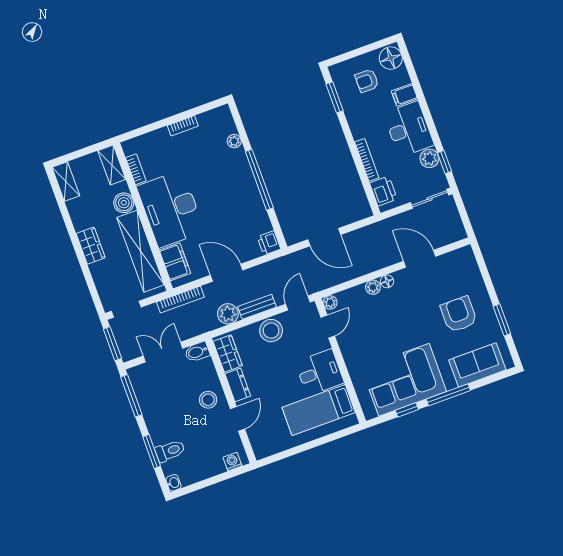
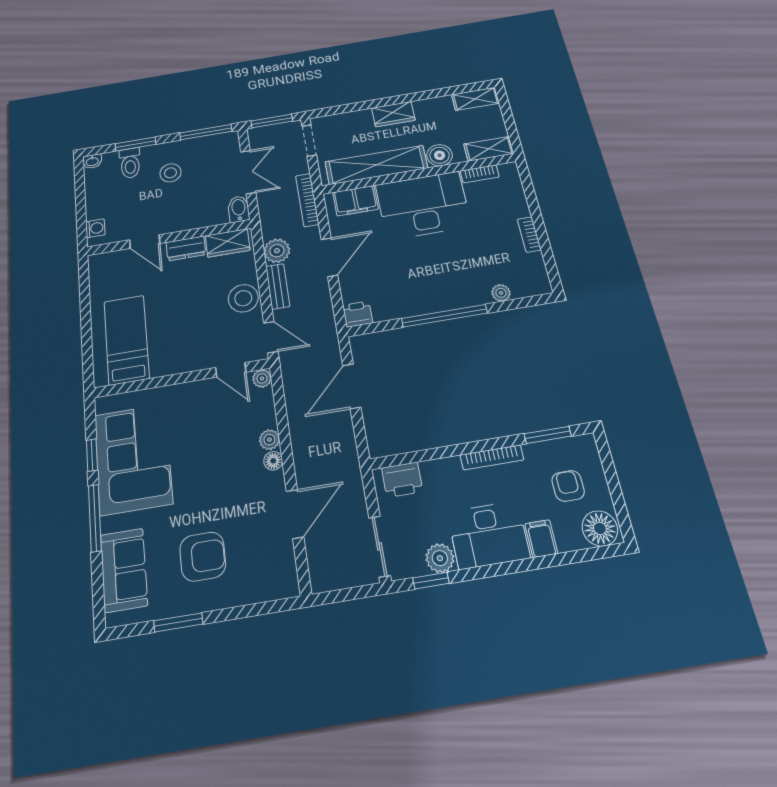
bookcase: (367, 160) -> (492, 457), moved
desk: (320, 372) -> (174, 349), removed
stool: (208, 400) -> (170, 173), moved

